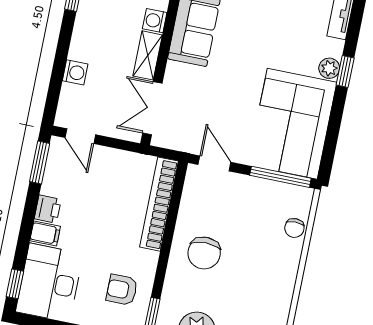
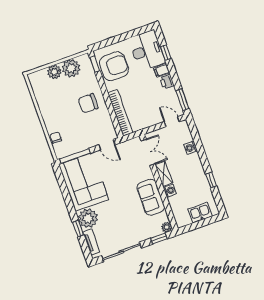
plant: (329, 68) -> (88, 218), width x1.88, depth x1.88
window: (345, 71) -> (78, 228), moved
chair: (204, 253) -> (88, 103), turned -90
window: (15, 284) -> (166, 53), moved
armchair: (122, 290) -> (114, 66), width x1.88, depth x1.88

